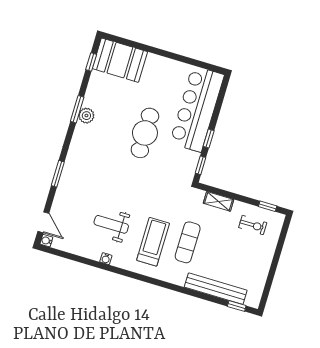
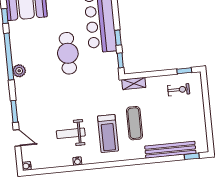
window: (77, 109) -> (9, 56), width x2.11
plant: (86, 116) -> (19, 71), moved
shelving: (219, 201) -> (134, 83), moved
door: (43, 222) -> (17, 138), moved
treadmill: (153, 242) -> (108, 133), turned 180

